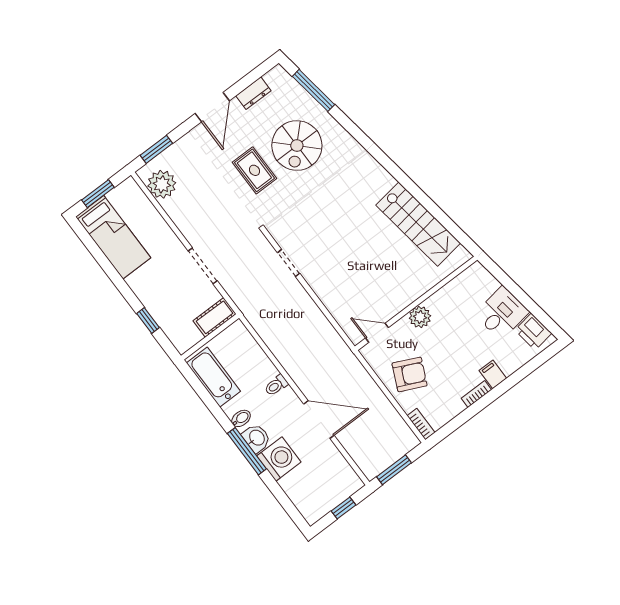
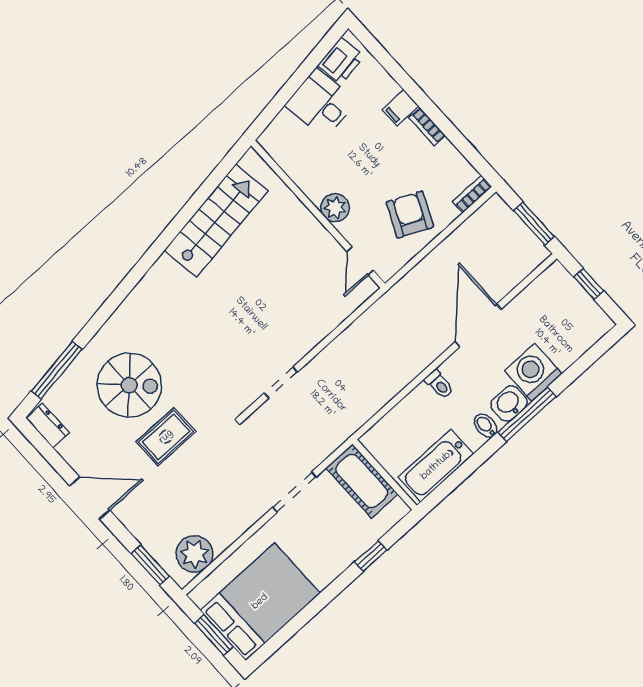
dresser: (253, 93) -> (48, 425), moved
bed: (113, 237) -> (260, 602), width x1.50
cot: (215, 317) -> (362, 481), width x1.37, depth x1.34

